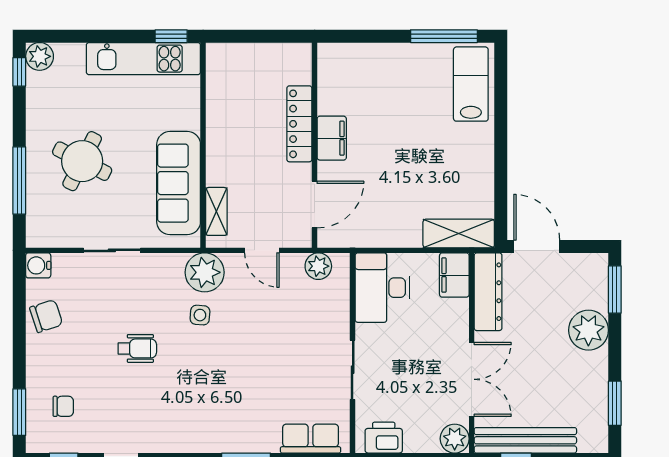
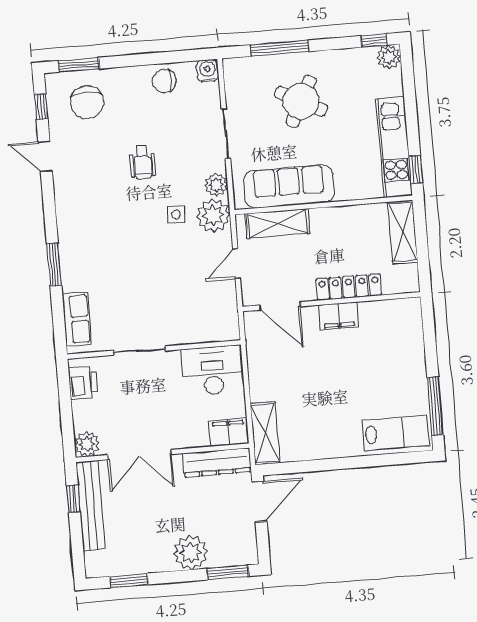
shelving: (241, 57) -> (403, 232), added
shelving: (216, 211) -> (278, 224), width x1.50, depth x1.33
plant: (318, 266) -> (216, 185), moved
chair: (46, 316) -> (164, 81), turned 108
chair: (63, 406) -> (87, 102), width x1.87, depth x1.87

